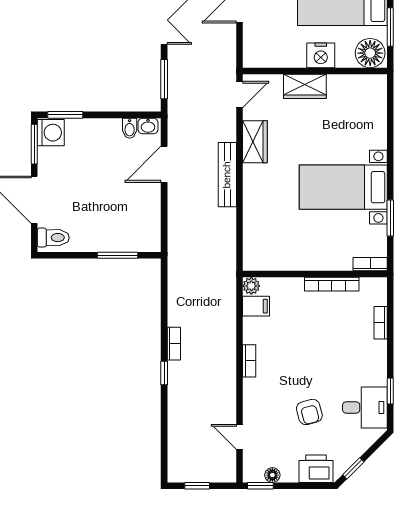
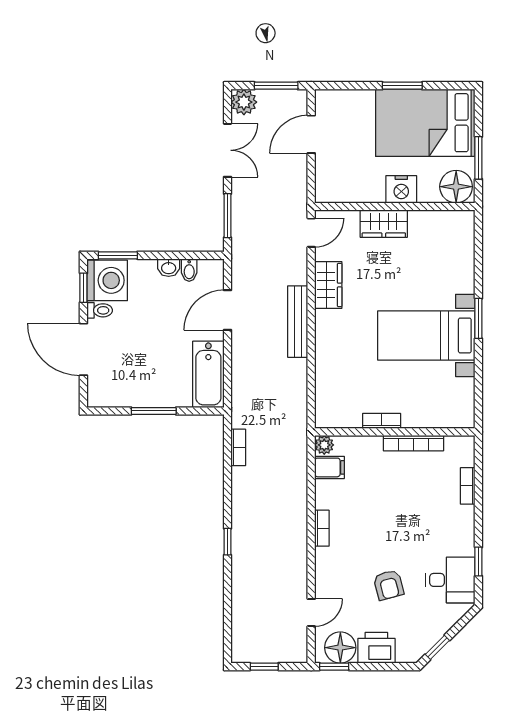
washbasin: (148, 126) -> (169, 268), moved
washing machine: (51, 133) -> (107, 280), width x1.37, depth x1.37
window: (34, 144) -> (83, 288), width x0.67
window: (390, 218) -> (478, 318), moved
bathtub: (147, 222) -> (208, 374), added
toilet: (53, 238) -> (100, 310), moved, width x0.73, depth x0.72
window: (118, 255) -> (154, 411), moved
bookcase: (370, 264) -> (382, 421), moved
bookcase: (174, 344) -> (238, 447), moved
door: (240, 437) -> (311, 613), swing flipped
printer: (316, 469) -> (376, 648), moved
floor lamp: (272, 475) -> (340, 648), width x1.89, depth x1.89

